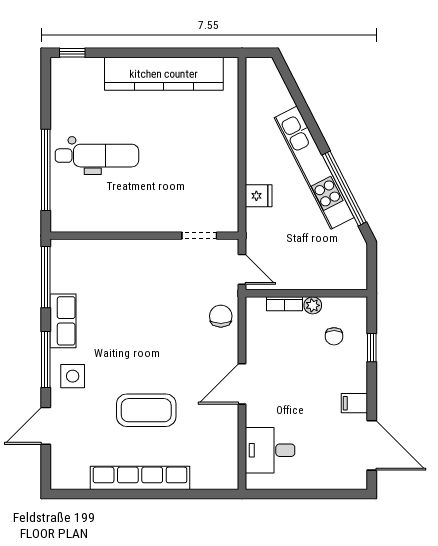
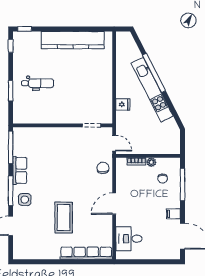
window: (46, 85) -> (11, 46), added
dental chair: (97, 156) -> (38, 83), width x0.73, depth x0.72
window: (46, 170) -> (11, 91), width x0.47
window: (344, 189) -> (154, 73), moved
window: (372, 348) -> (183, 184), width x2.17
coffee table: (146, 410) -> (64, 218), turned 90
row of seats: (140, 478) -> (86, 253), moved

